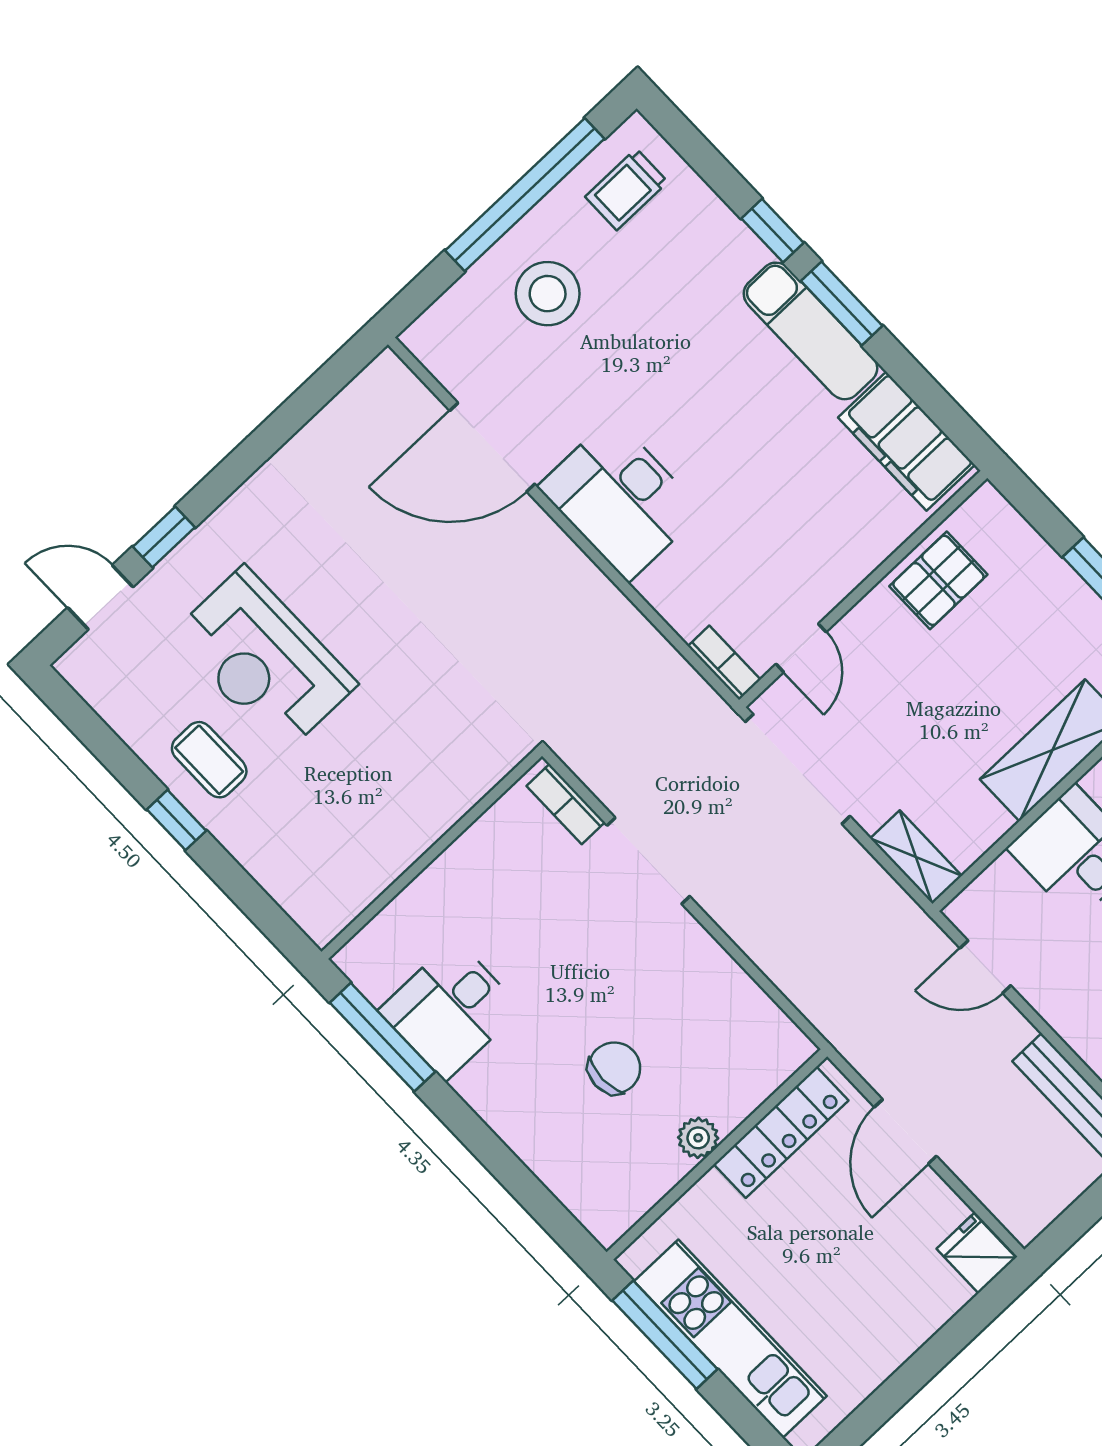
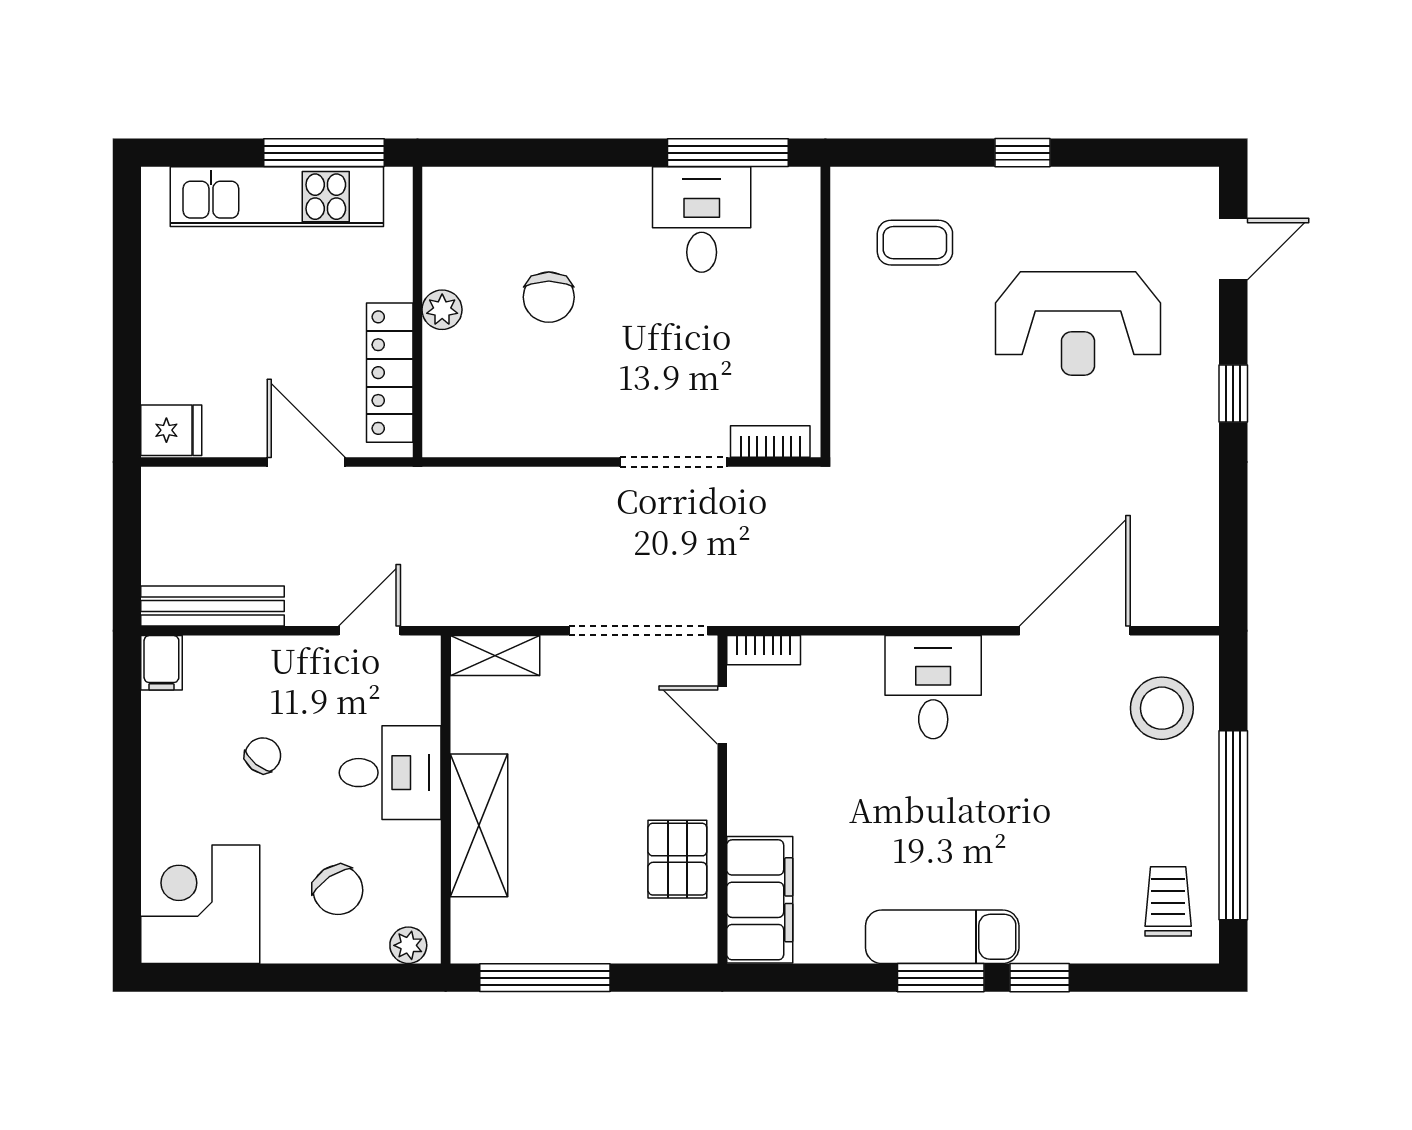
stool: (548, 294) -> (1162, 708), moved
filing cabinet: (907, 441) -> (760, 900), moved, turned 90
desk: (620, 499) -> (933, 687), width x0.73
window: (164, 537) -> (1233, 393), moved
reception desk: (264, 660) -> (1078, 323), turned 180
coffee table: (209, 760) -> (915, 243), moved

